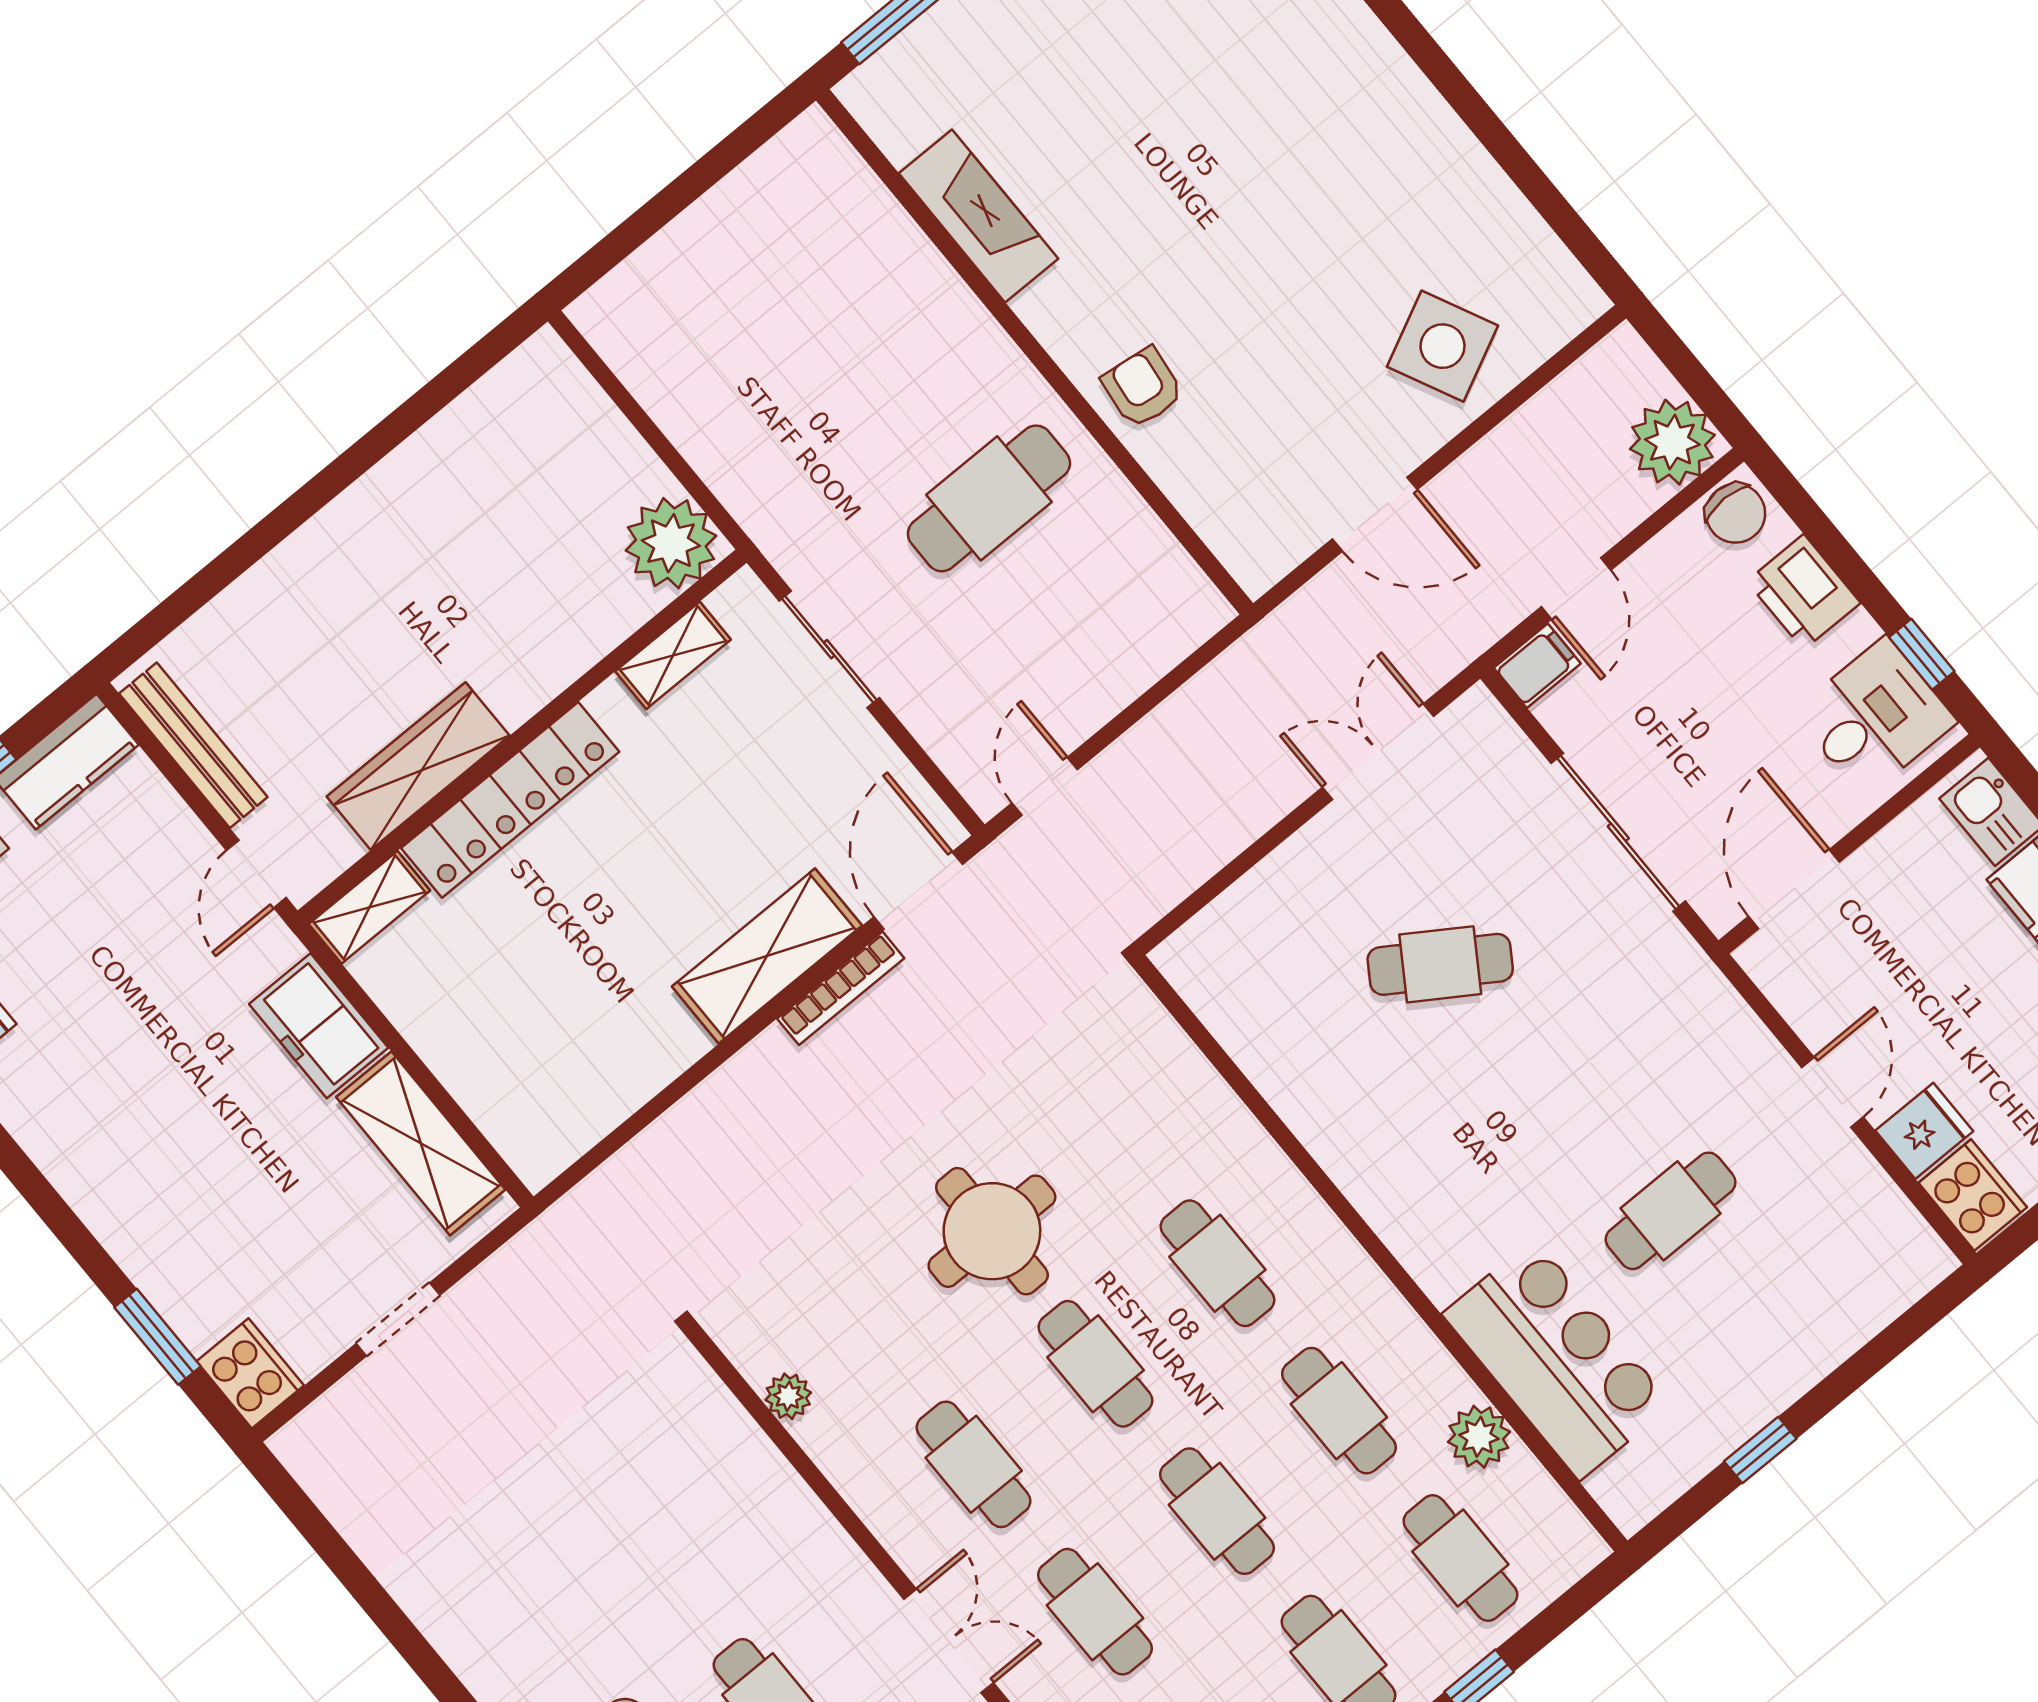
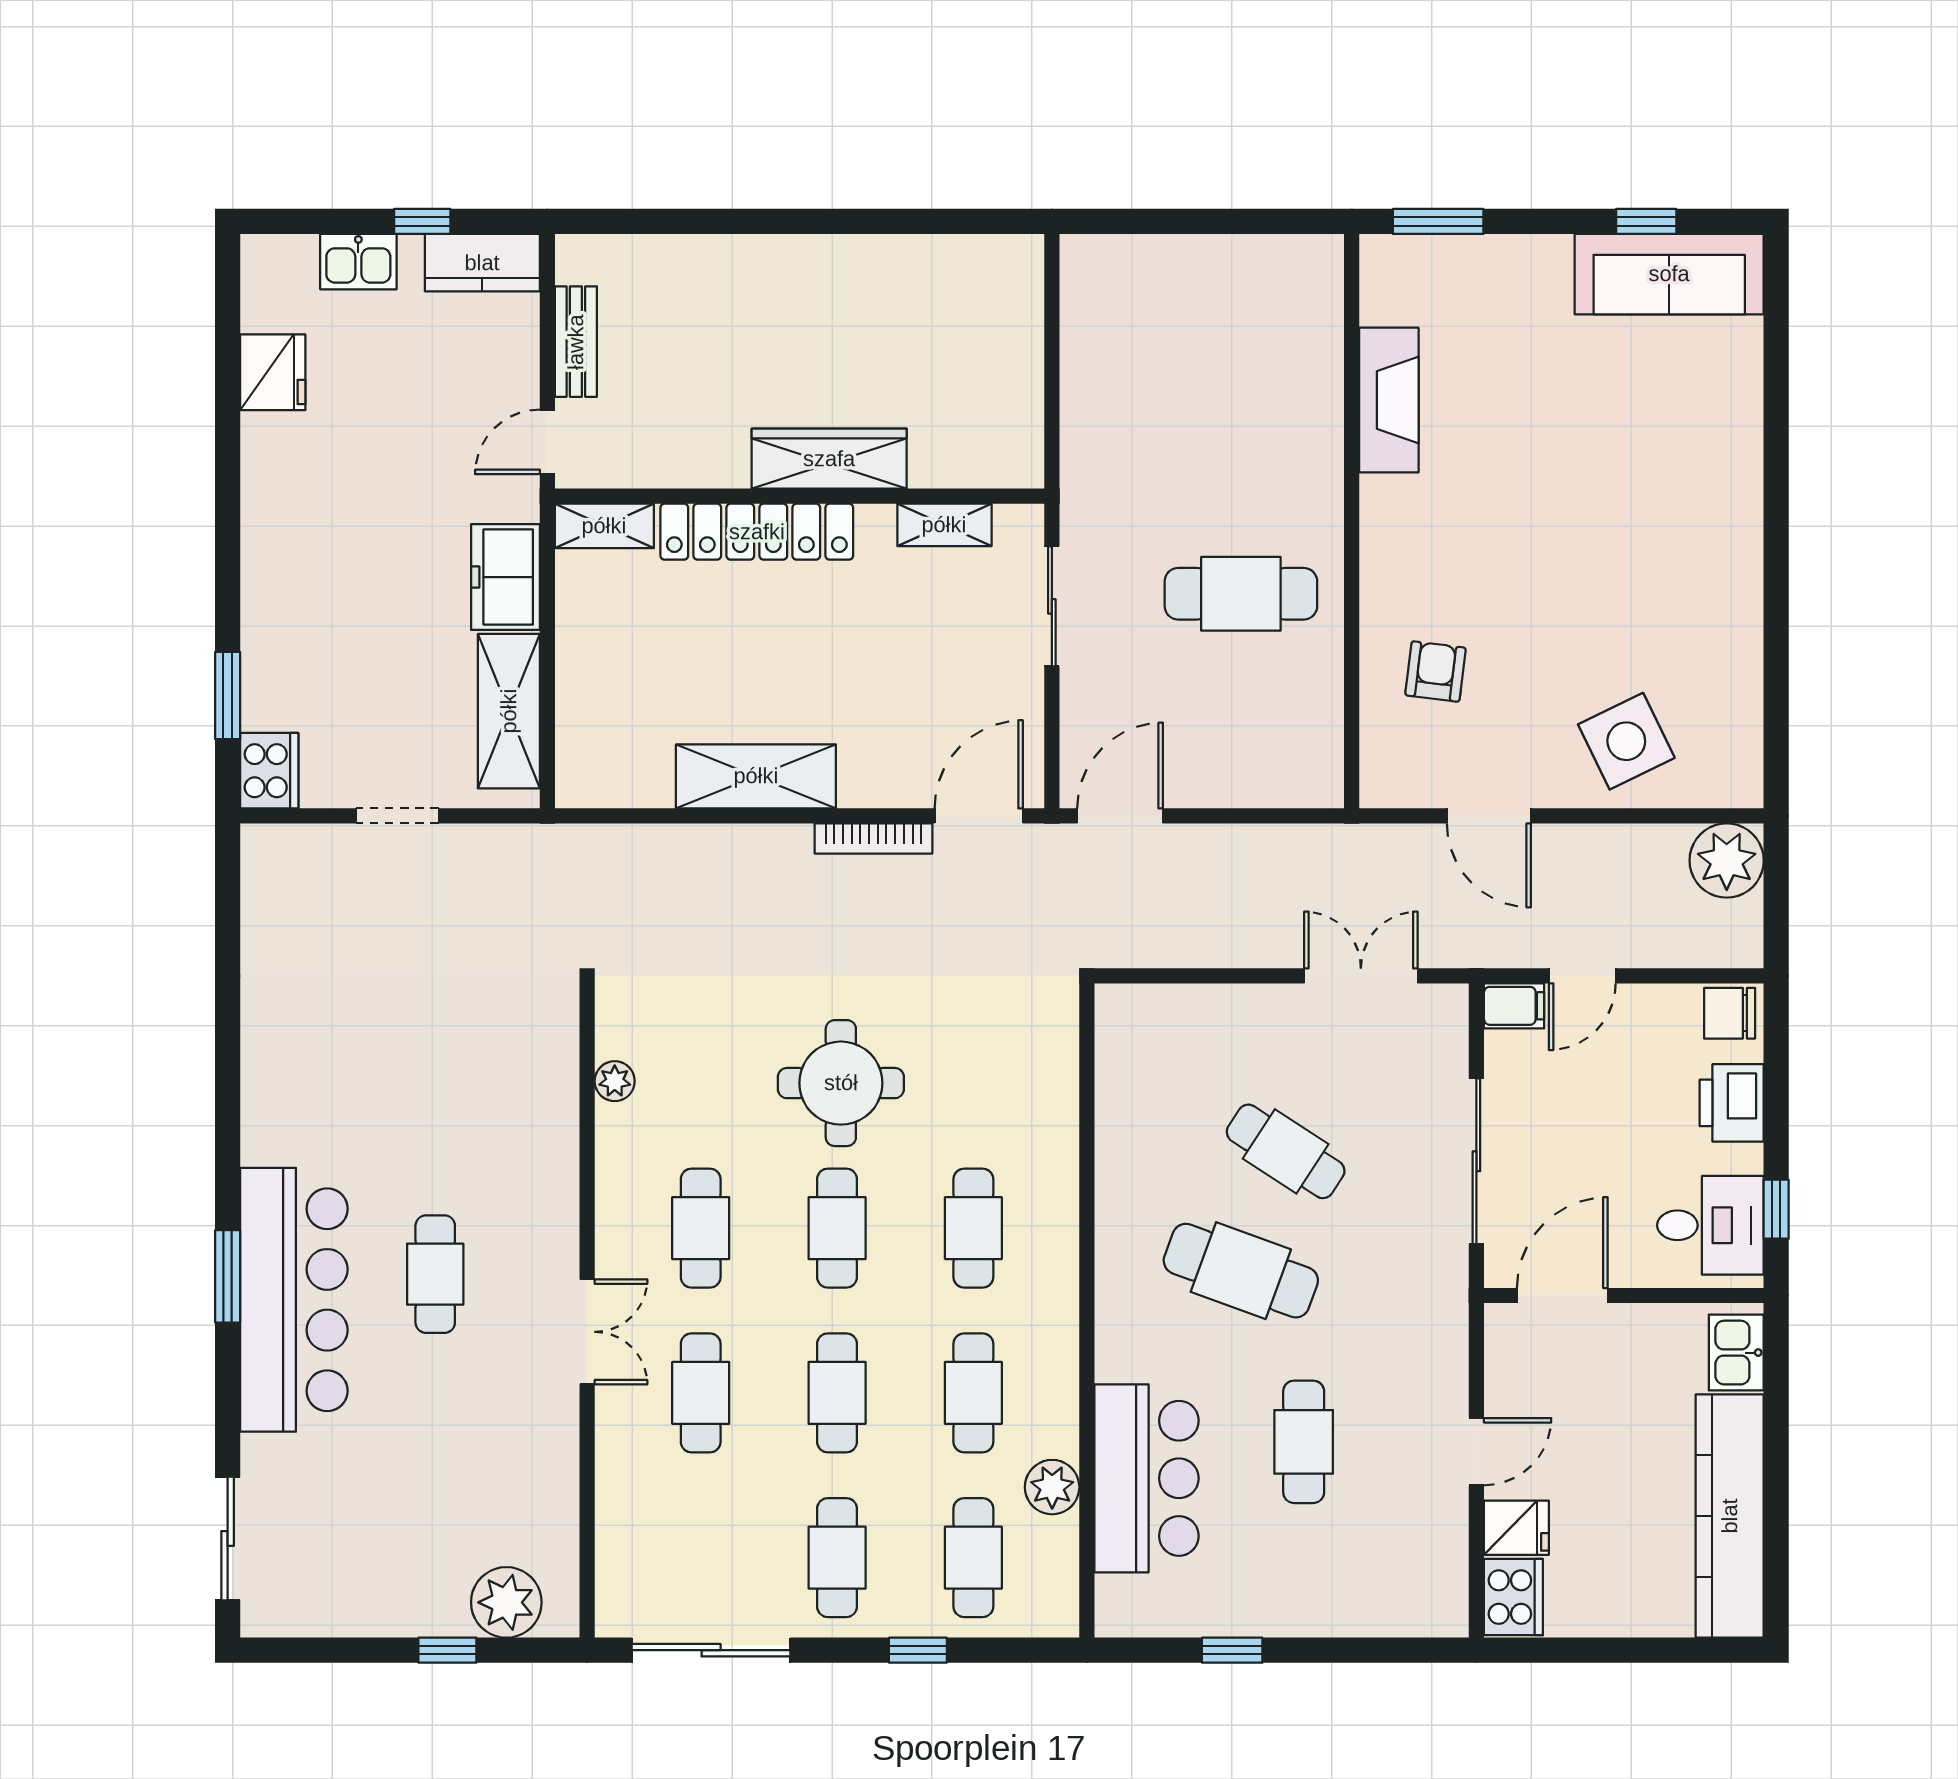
armchair: (1143, 388) -> (1435, 672), moved
plant: (1672, 442) -> (1727, 861), moved
chair: (1736, 513) -> (1730, 1013), turned 90
plant: (671, 543) -> (1005, 449), removed
bench: (193, 745) -> (576, 342), width x0.73
wardrobe: (418, 766) -> (829, 459), moved
door: (1045, 786) -> (1120, 816), width x1.37
shelving: (767, 956) -> (756, 776), moved
cafe table: (1488, 1104) -> (1241, 1271), added
cafe table: (1671, 1211) -> (1304, 1442), turned 90

